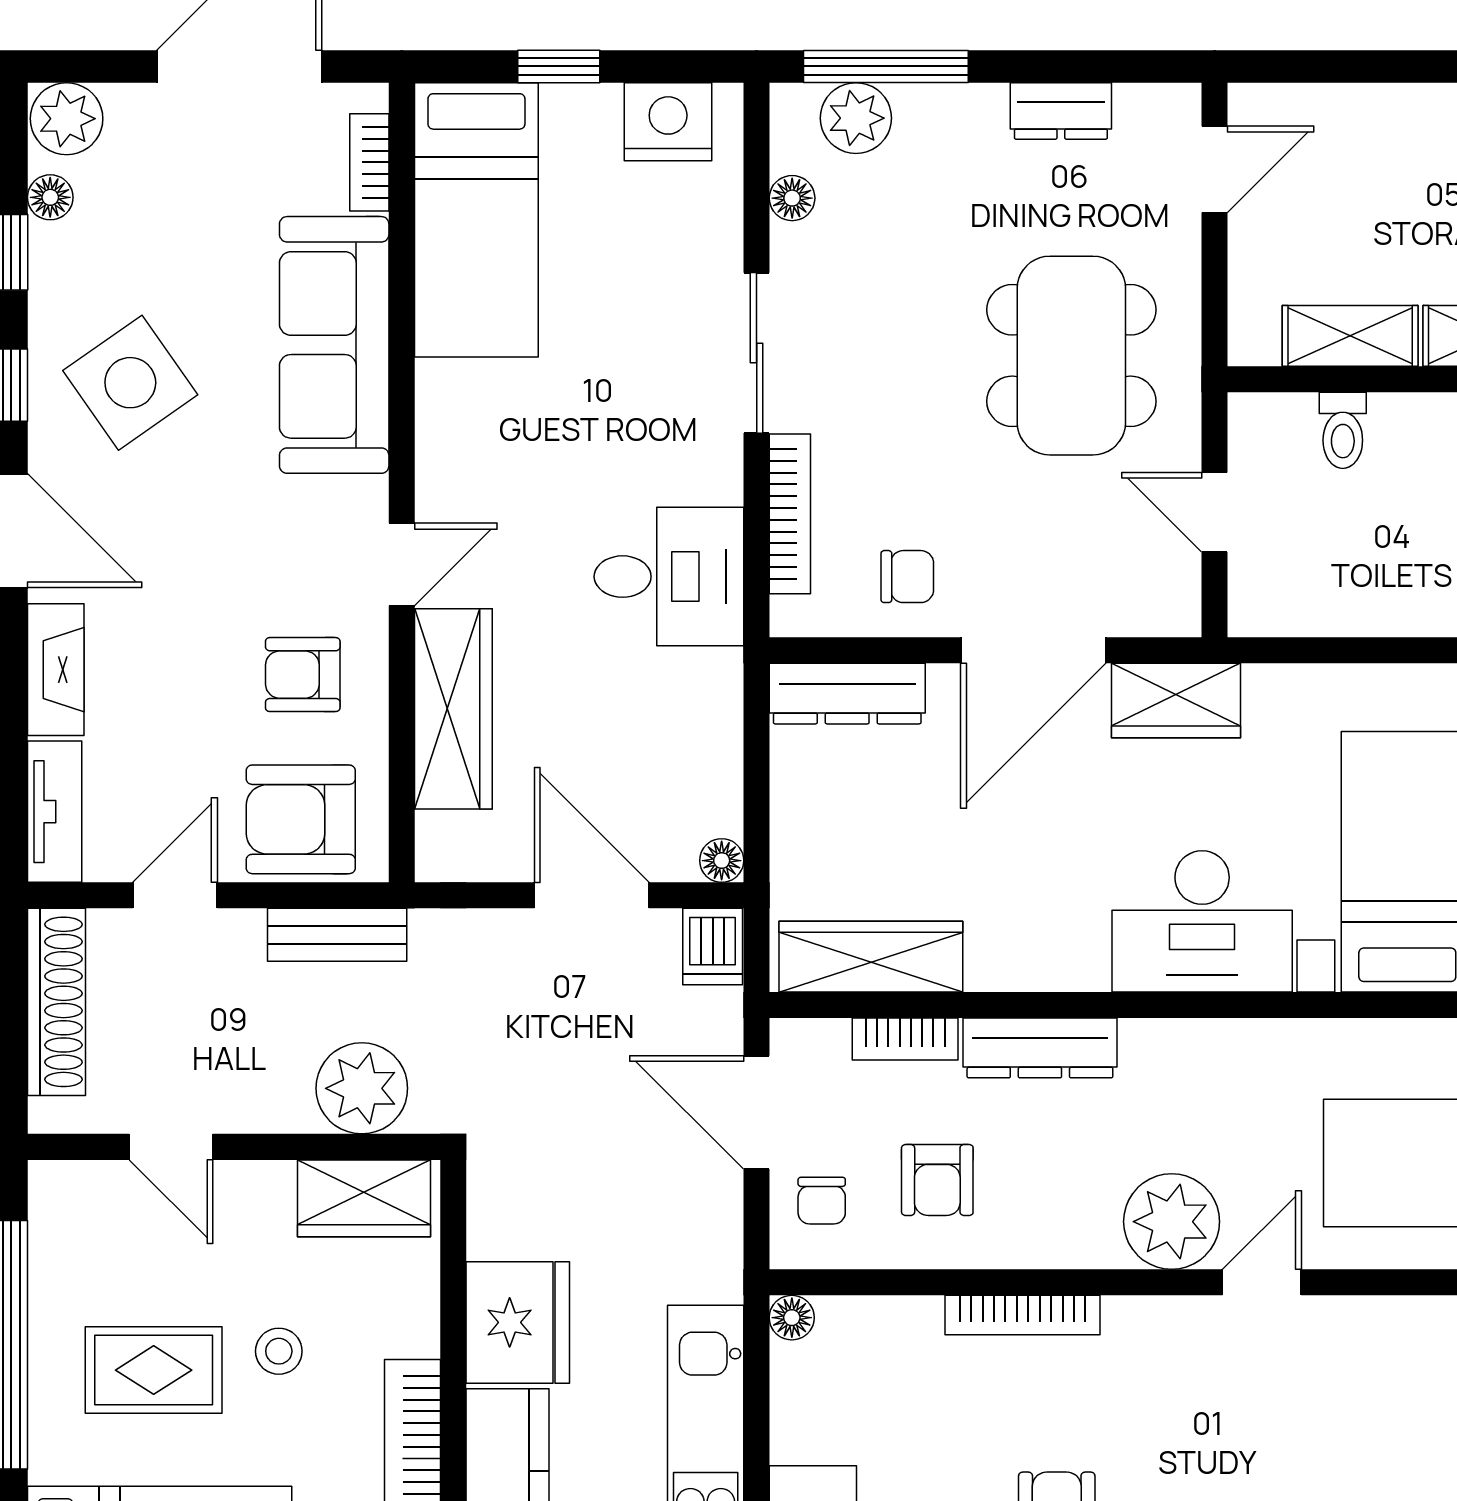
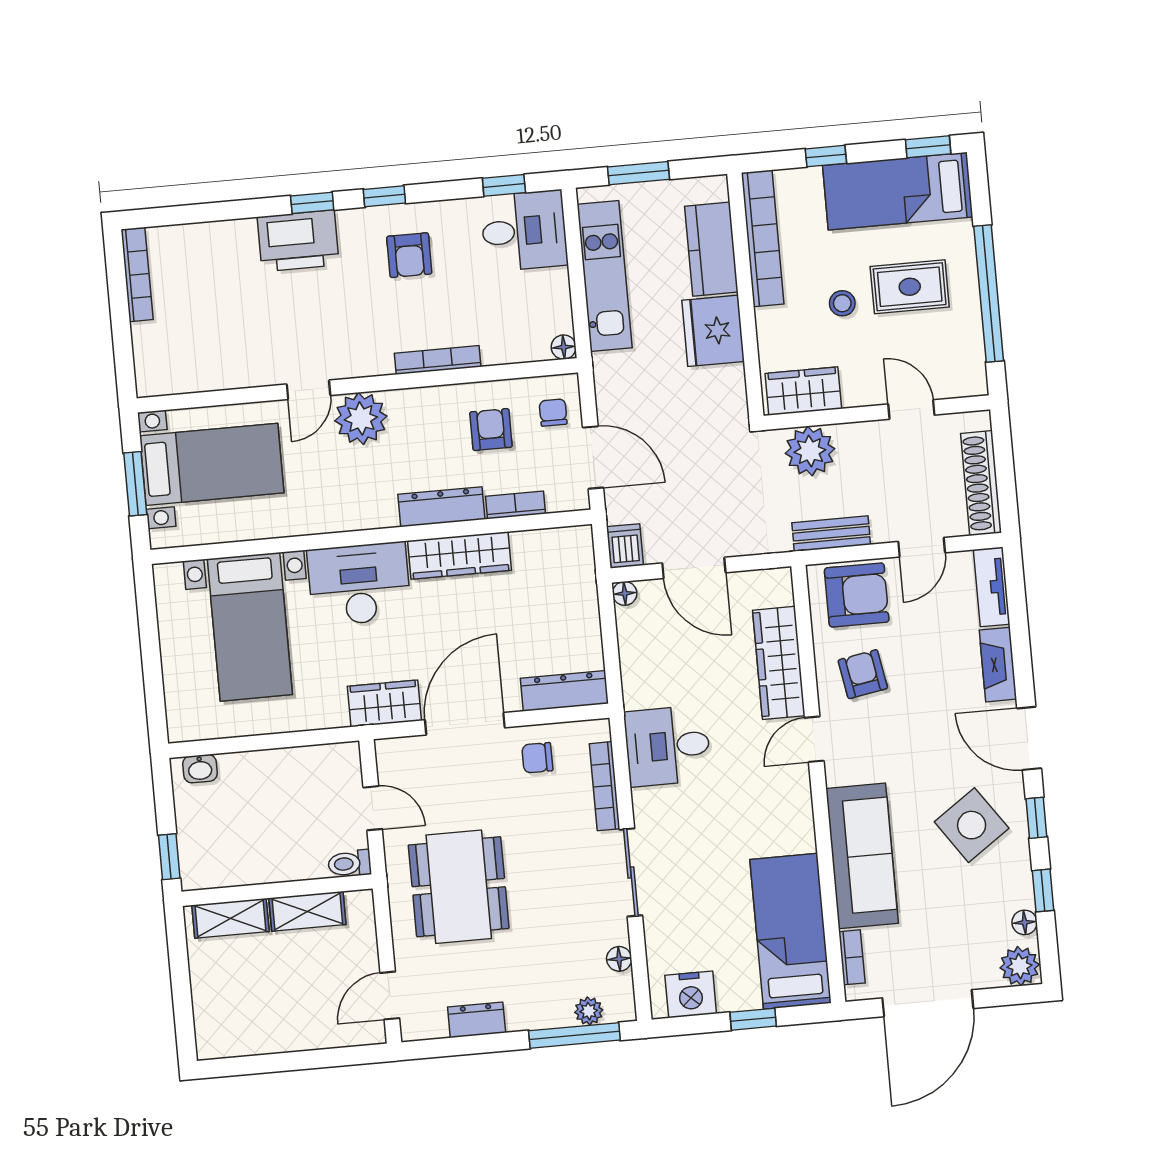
plant: (856, 118) -> (589, 1011), width x0.73, depth x0.73
toilet: (1343, 430) -> (350, 864), moved, turned -90
armchair: (303, 675) -> (863, 674), turned -100
wardrobe: (871, 957) -> (460, 555), moved

